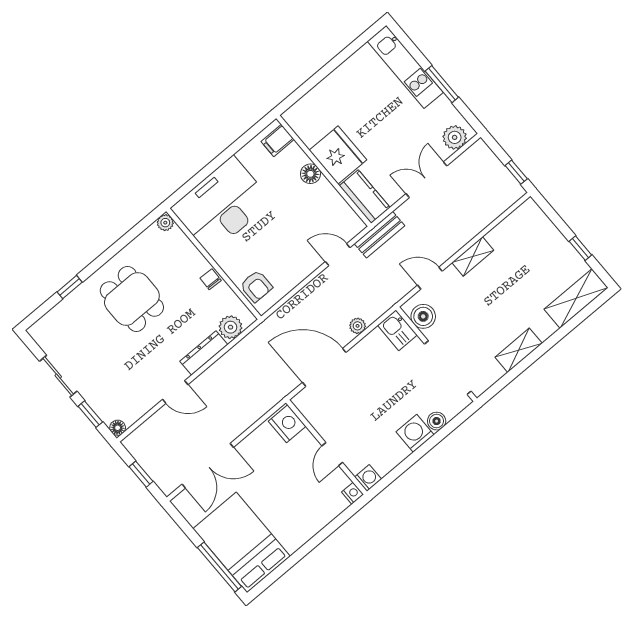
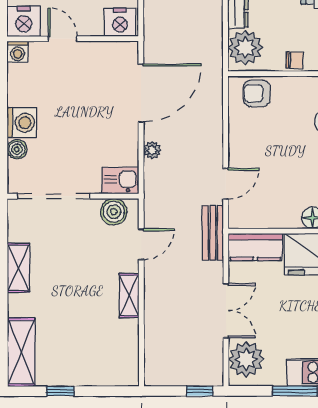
plant: (455, 137) -> (246, 359), width x1.36, depth x1.36
window: (516, 172) -> (200, 391), moved
plant: (231, 327) -> (245, 48), width x1.36, depth x1.36
nightstand: (352, 493) -> (24, 21), width x1.89, depth x1.79

